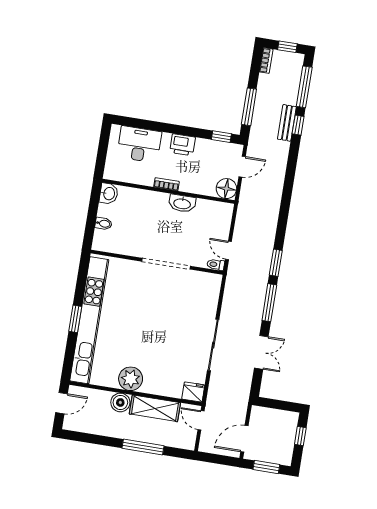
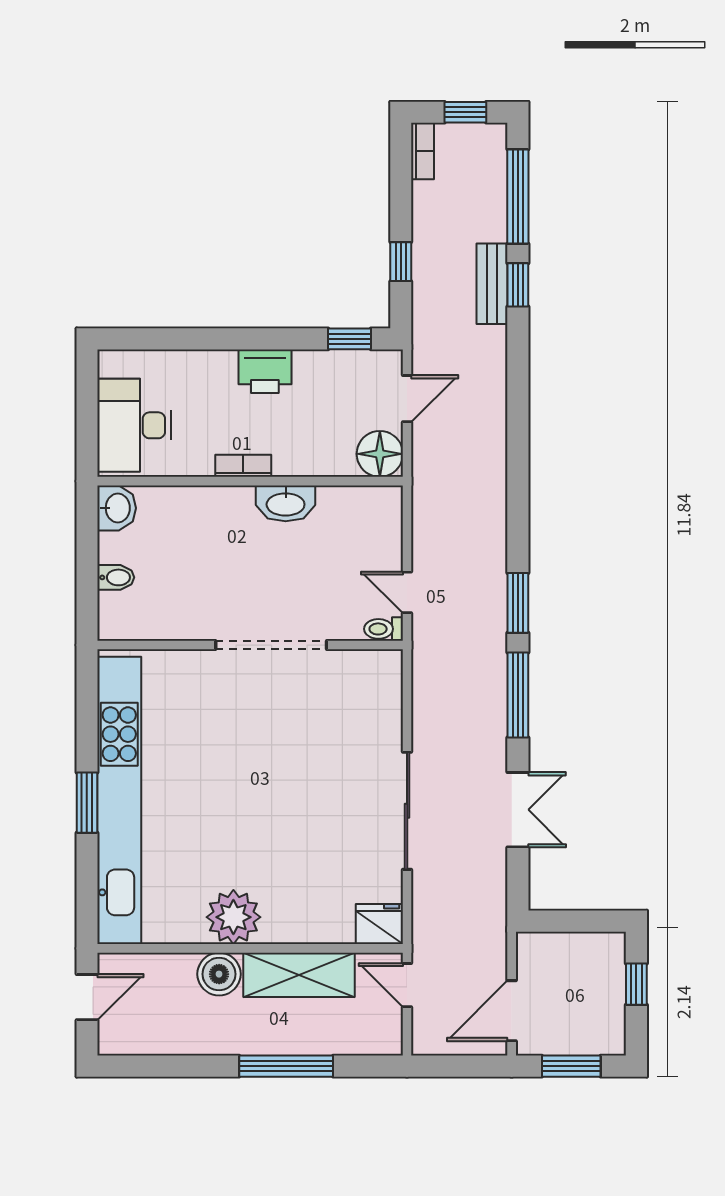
window: (249, 107) -> (401, 262), width x0.46
desk: (139, 144) -> (134, 425), moved, turned -90

